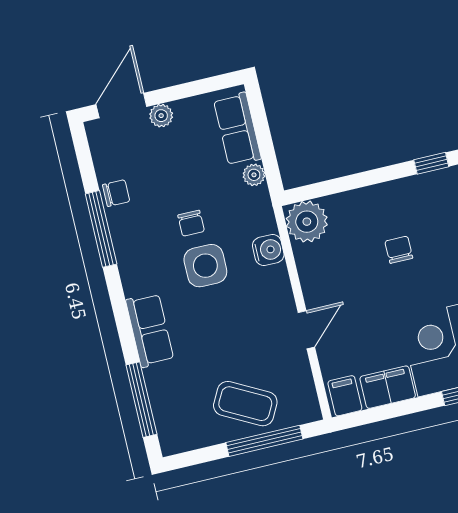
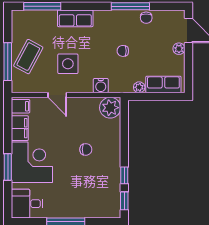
side table: (205, 266) -> (68, 64), moved

